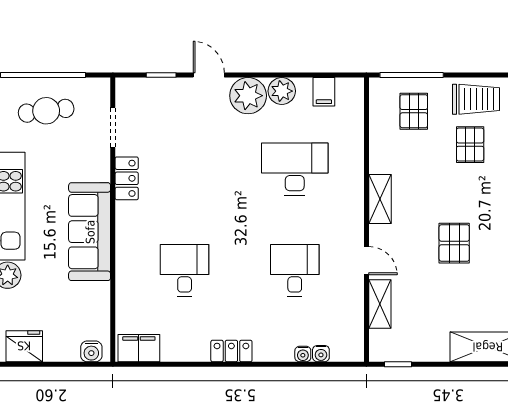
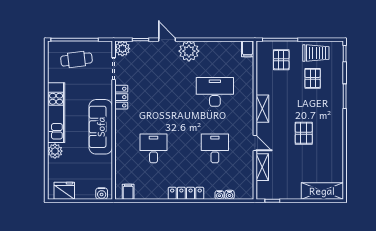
plant: (282, 91) -> (122, 49), moved
filing cabinet: (324, 92) -> (248, 49), moved
filing cabinet: (139, 348) -> (128, 192), width x0.50
locker: (231, 351) -> (186, 193), width x1.53

